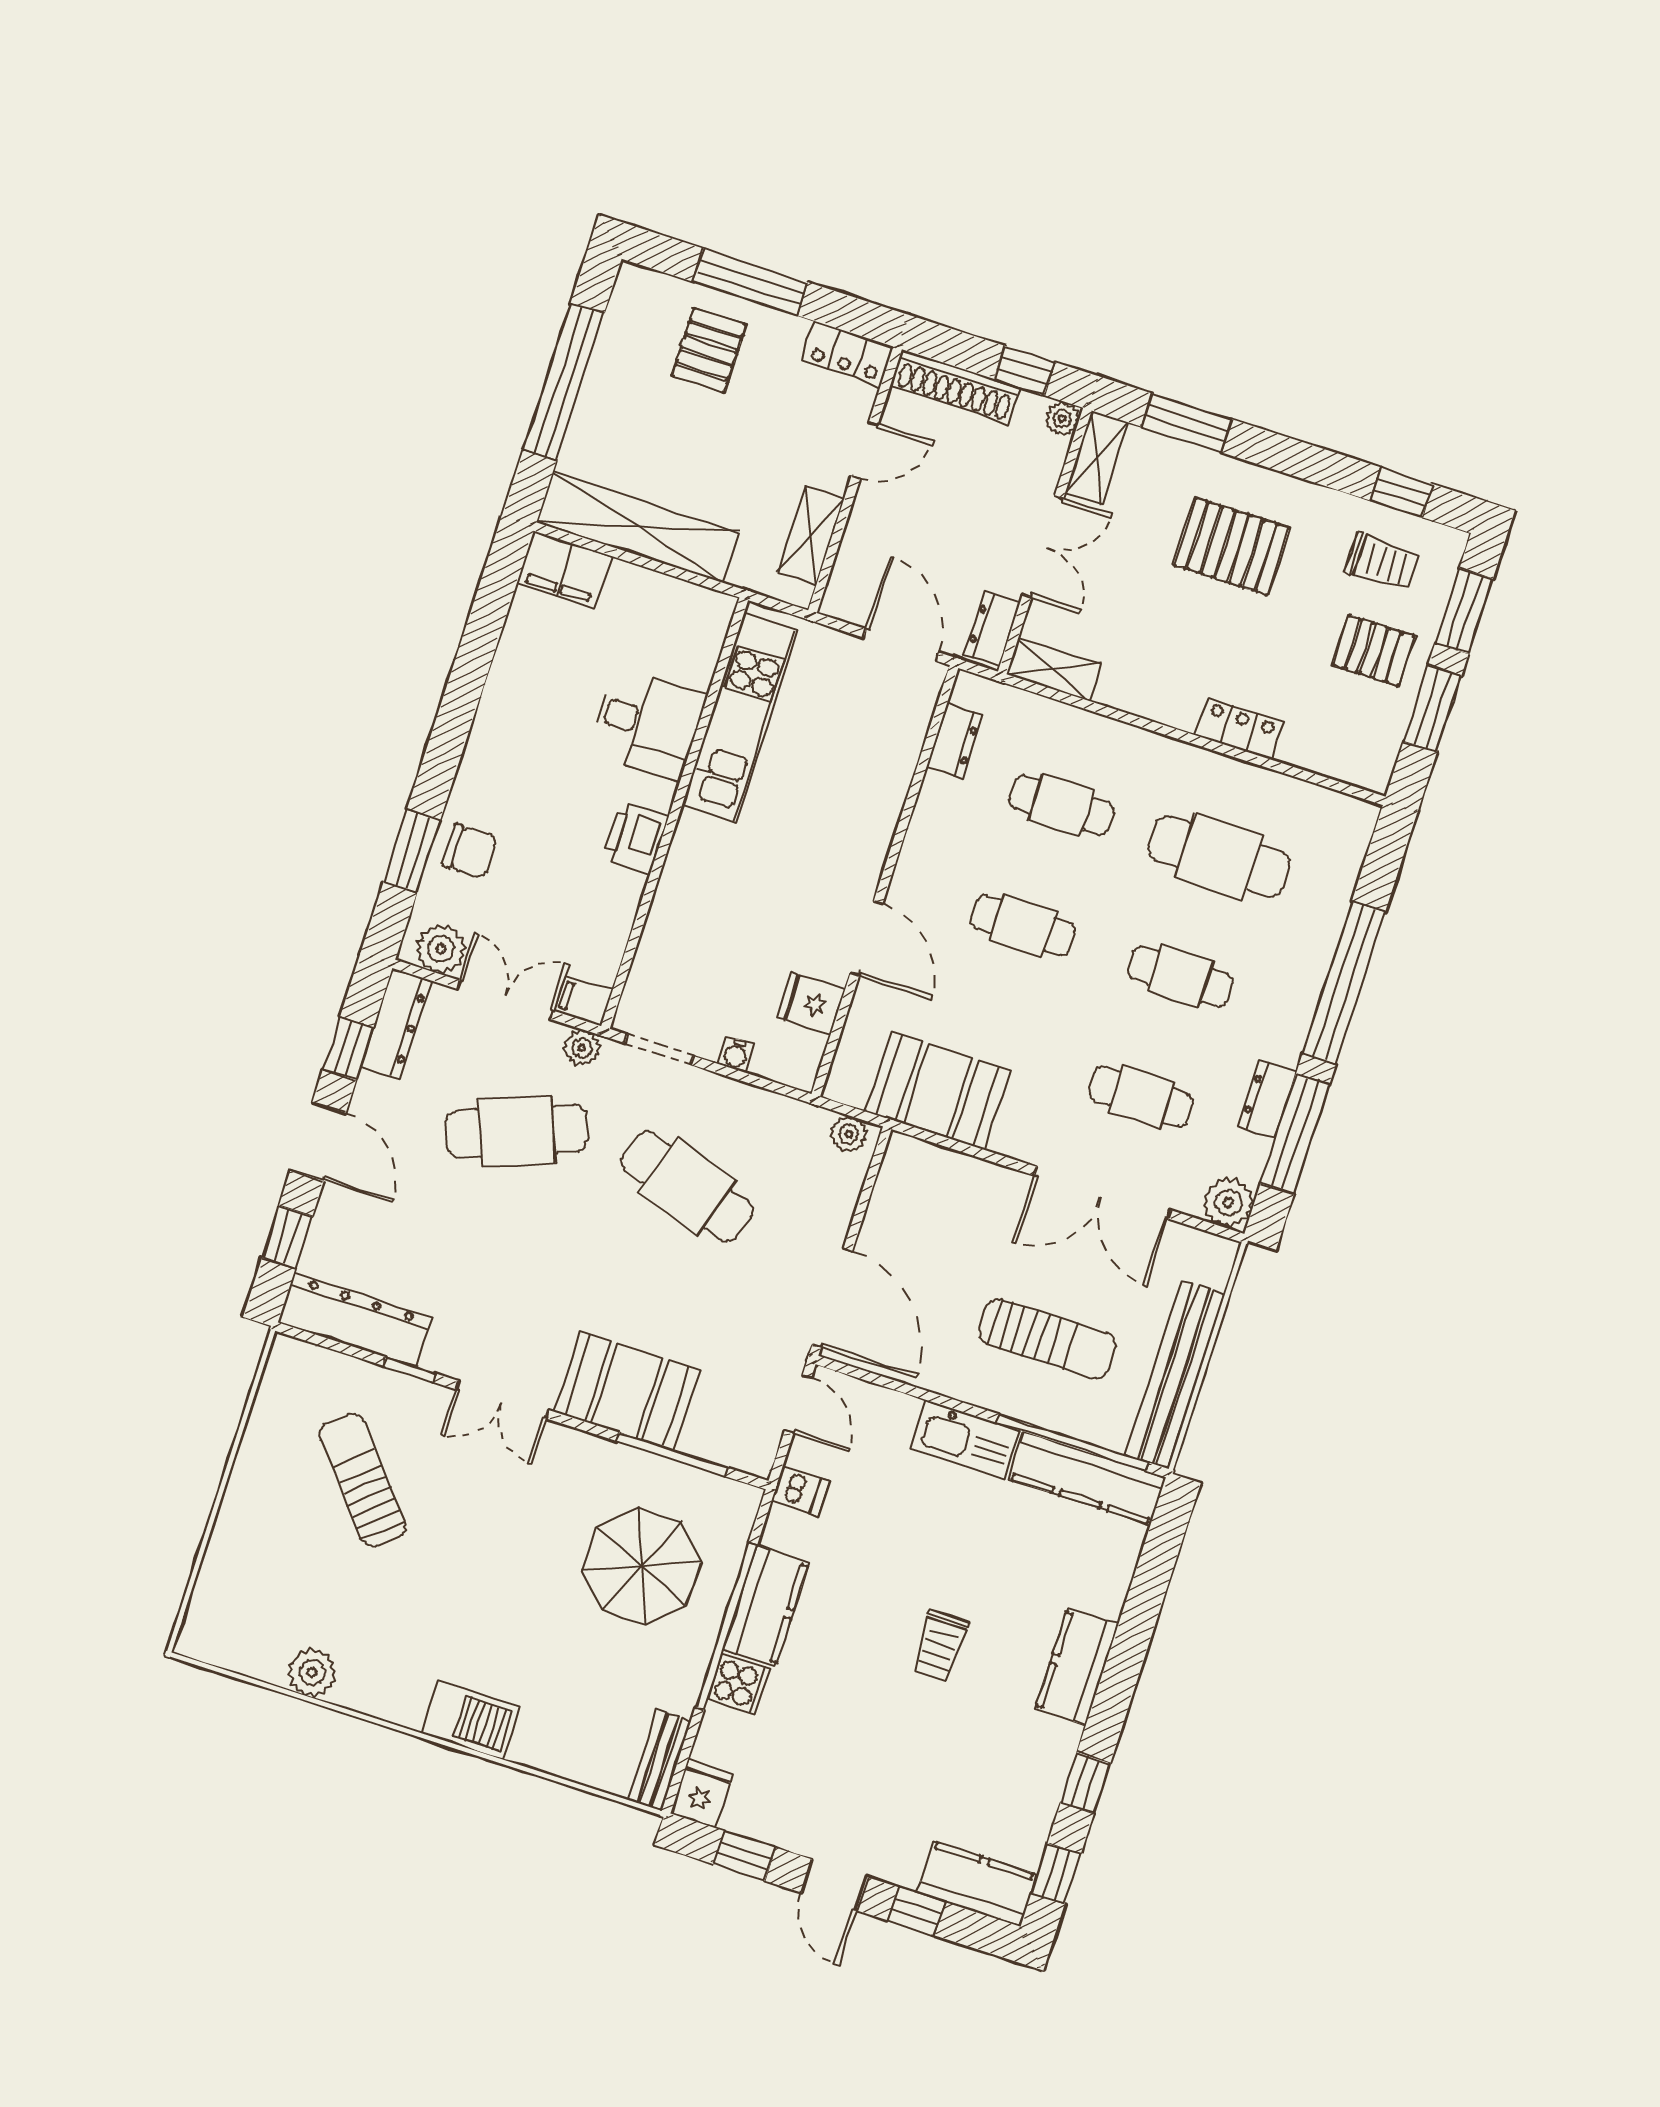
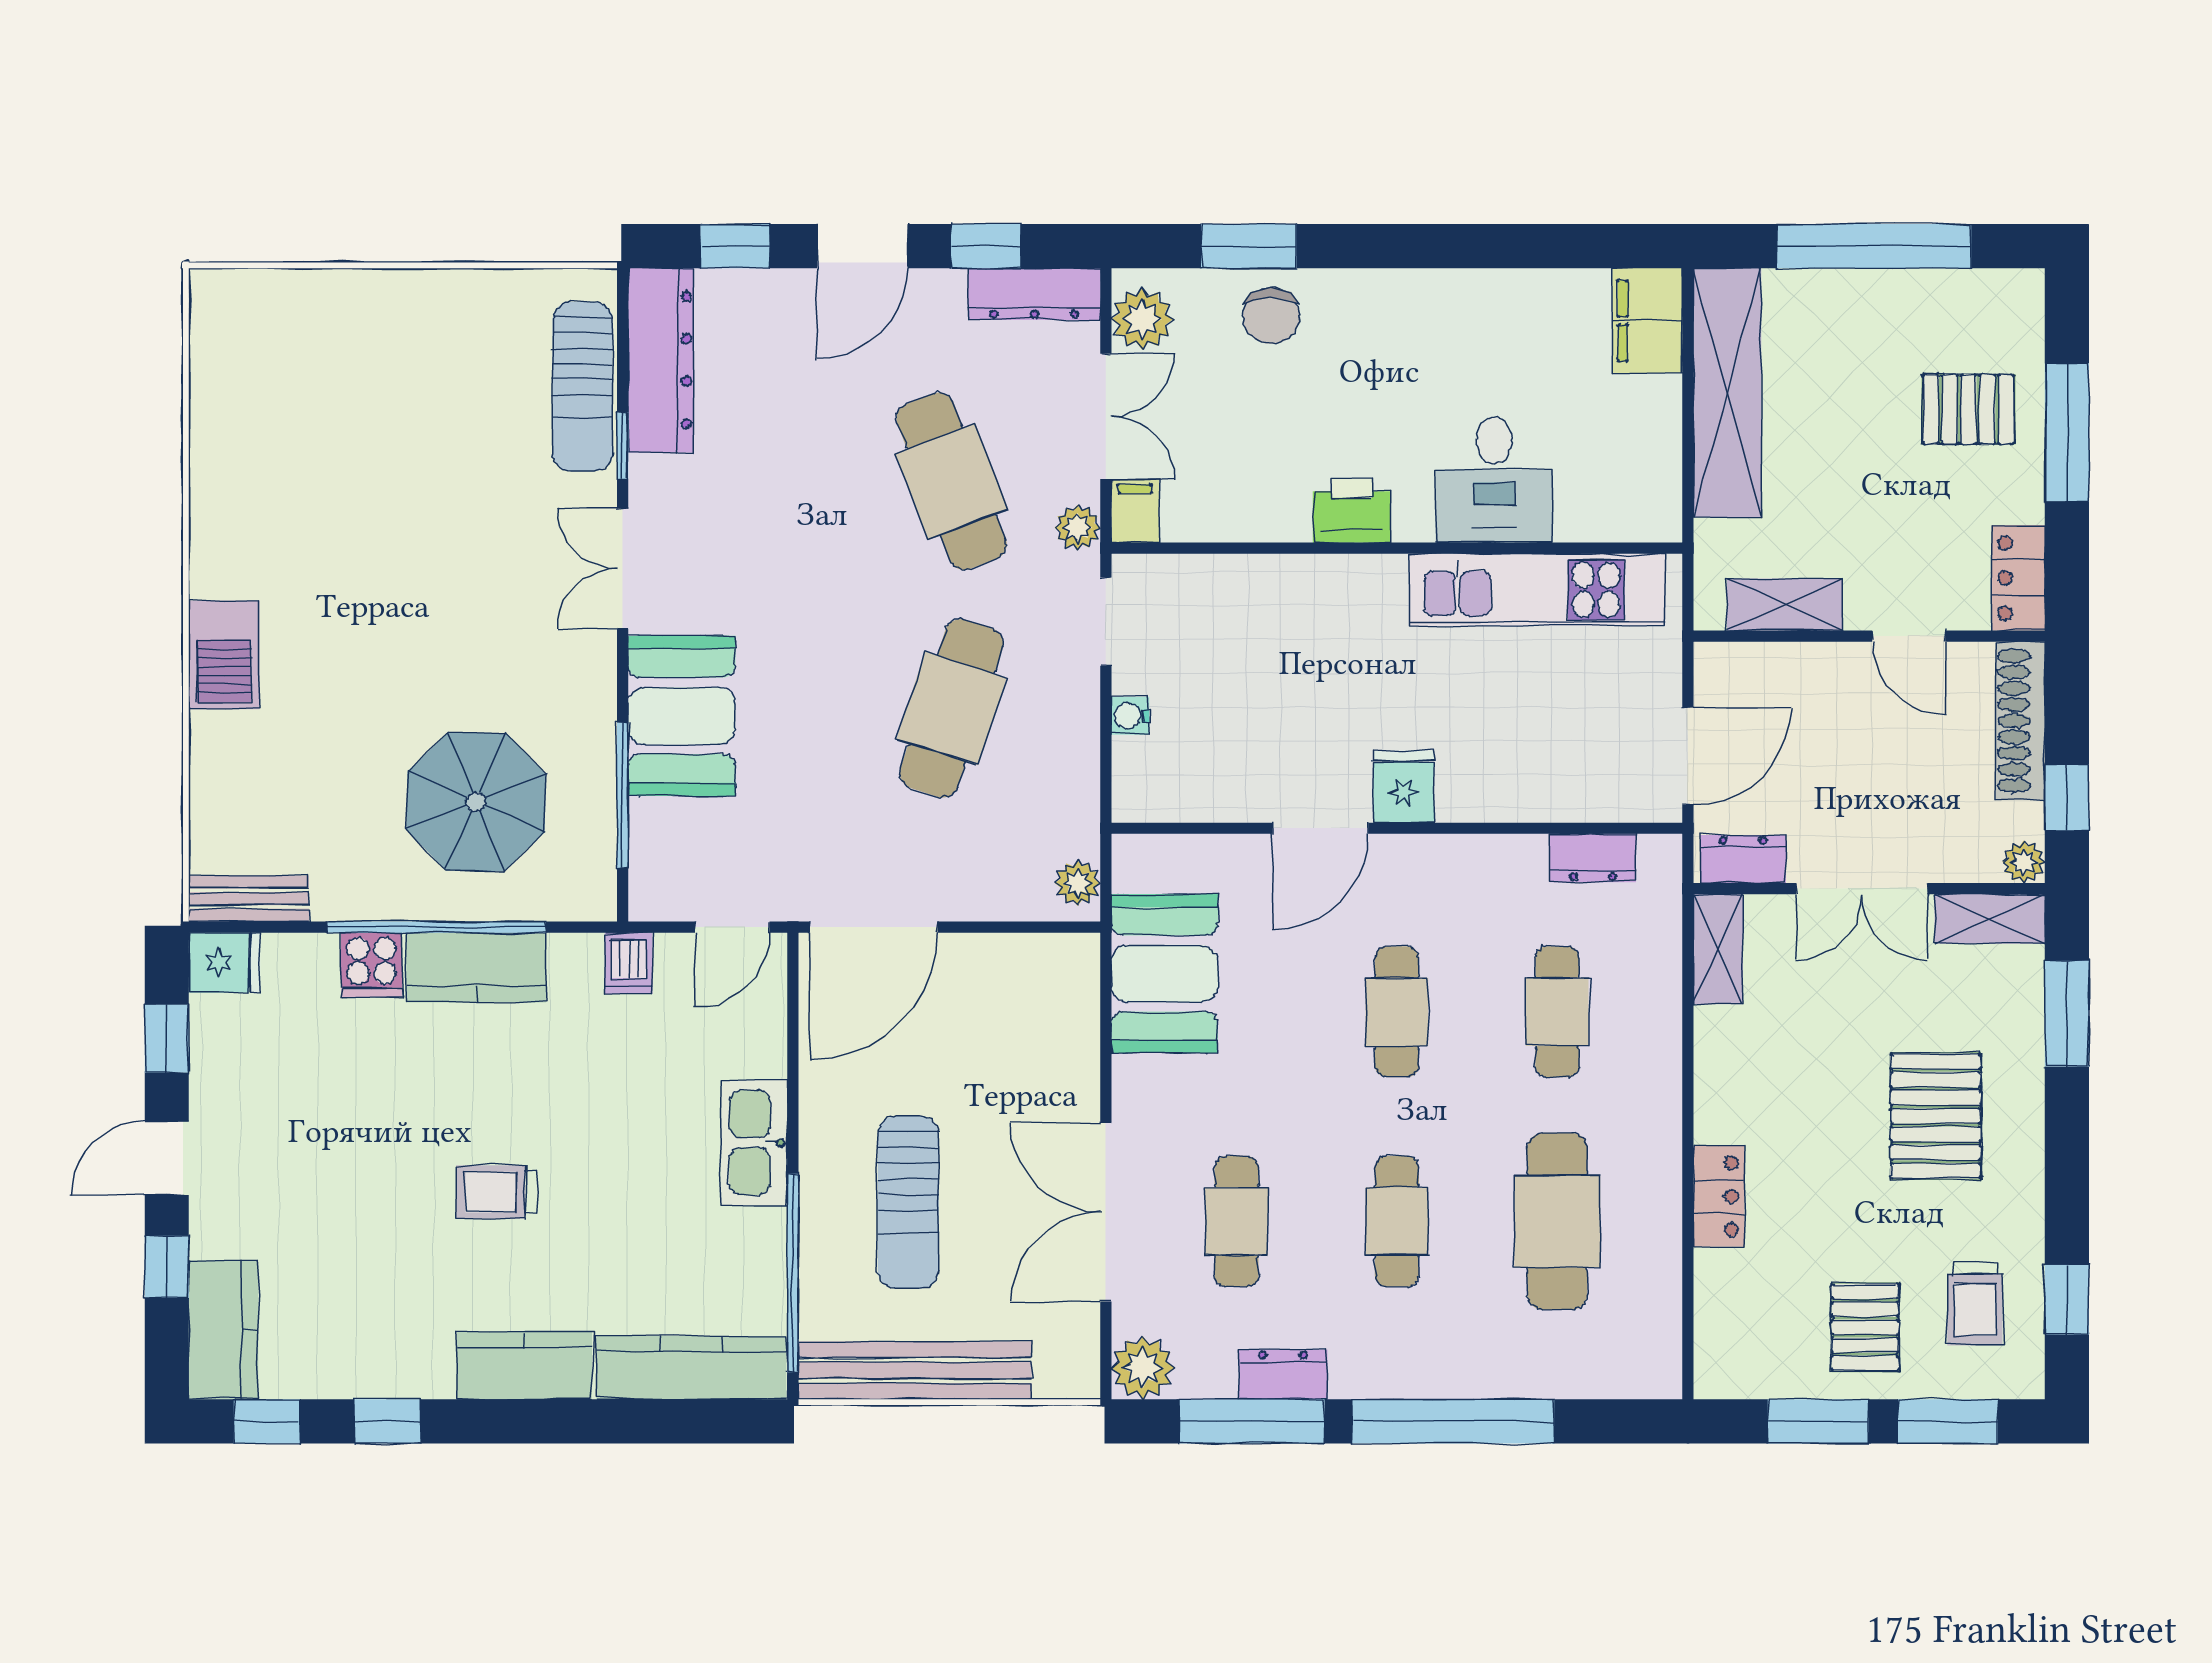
fridge: (811, 1004) -> (1404, 787), moved
kitchen counter: (1087, 1478) -> (691, 1368), moved, turned 90
sun lounger: (363, 1480) -> (583, 387), moved, turned 130
plant: (312, 1672) -> (219, 446), removed

